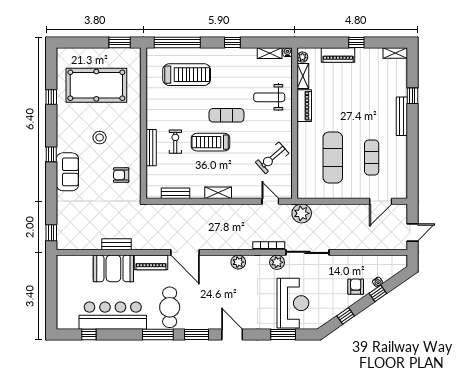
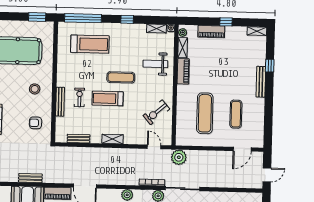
stool: (100, 138) -> (35, 89), moved

